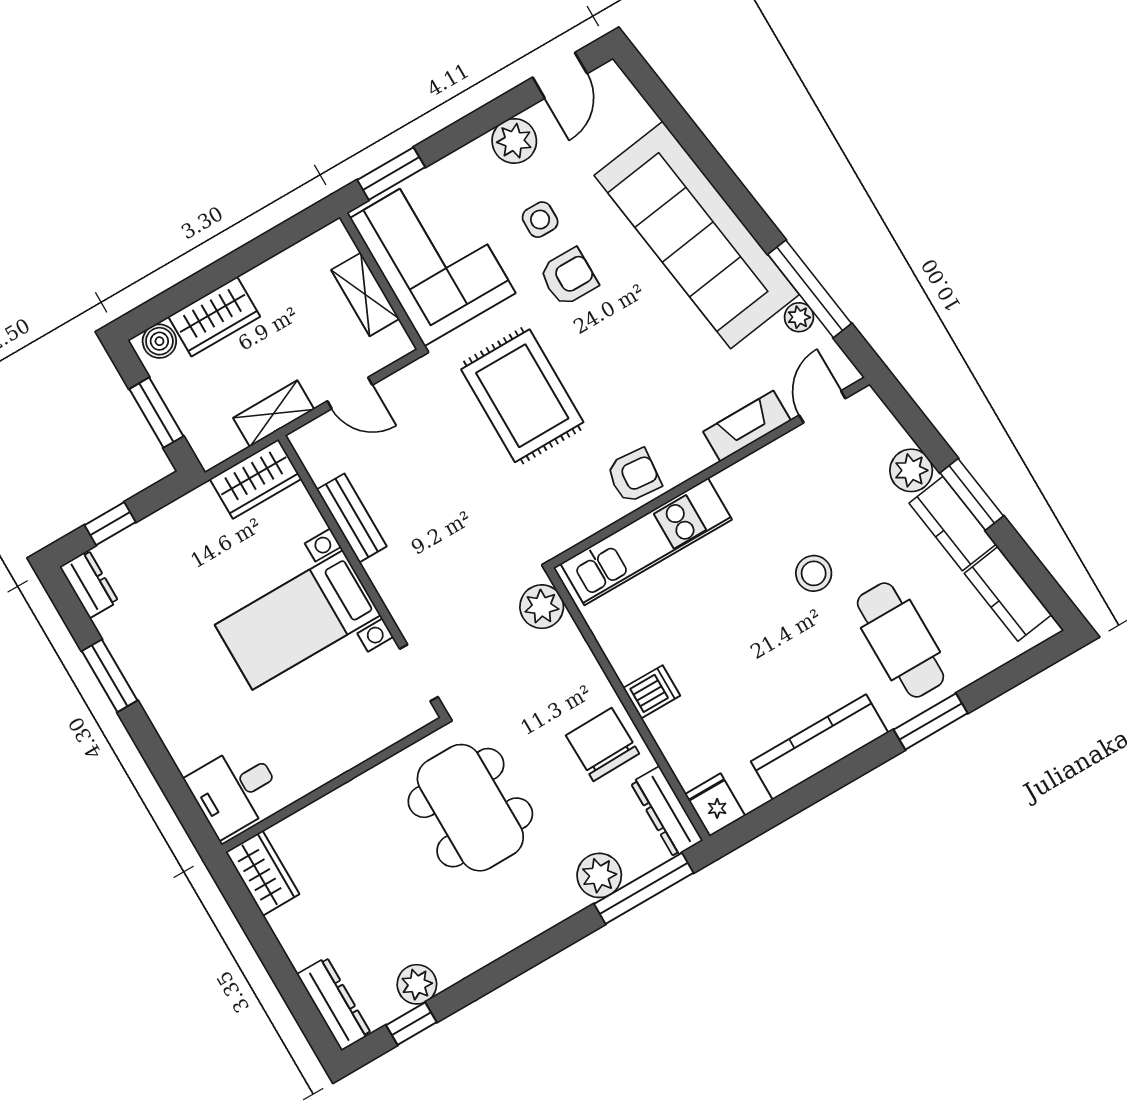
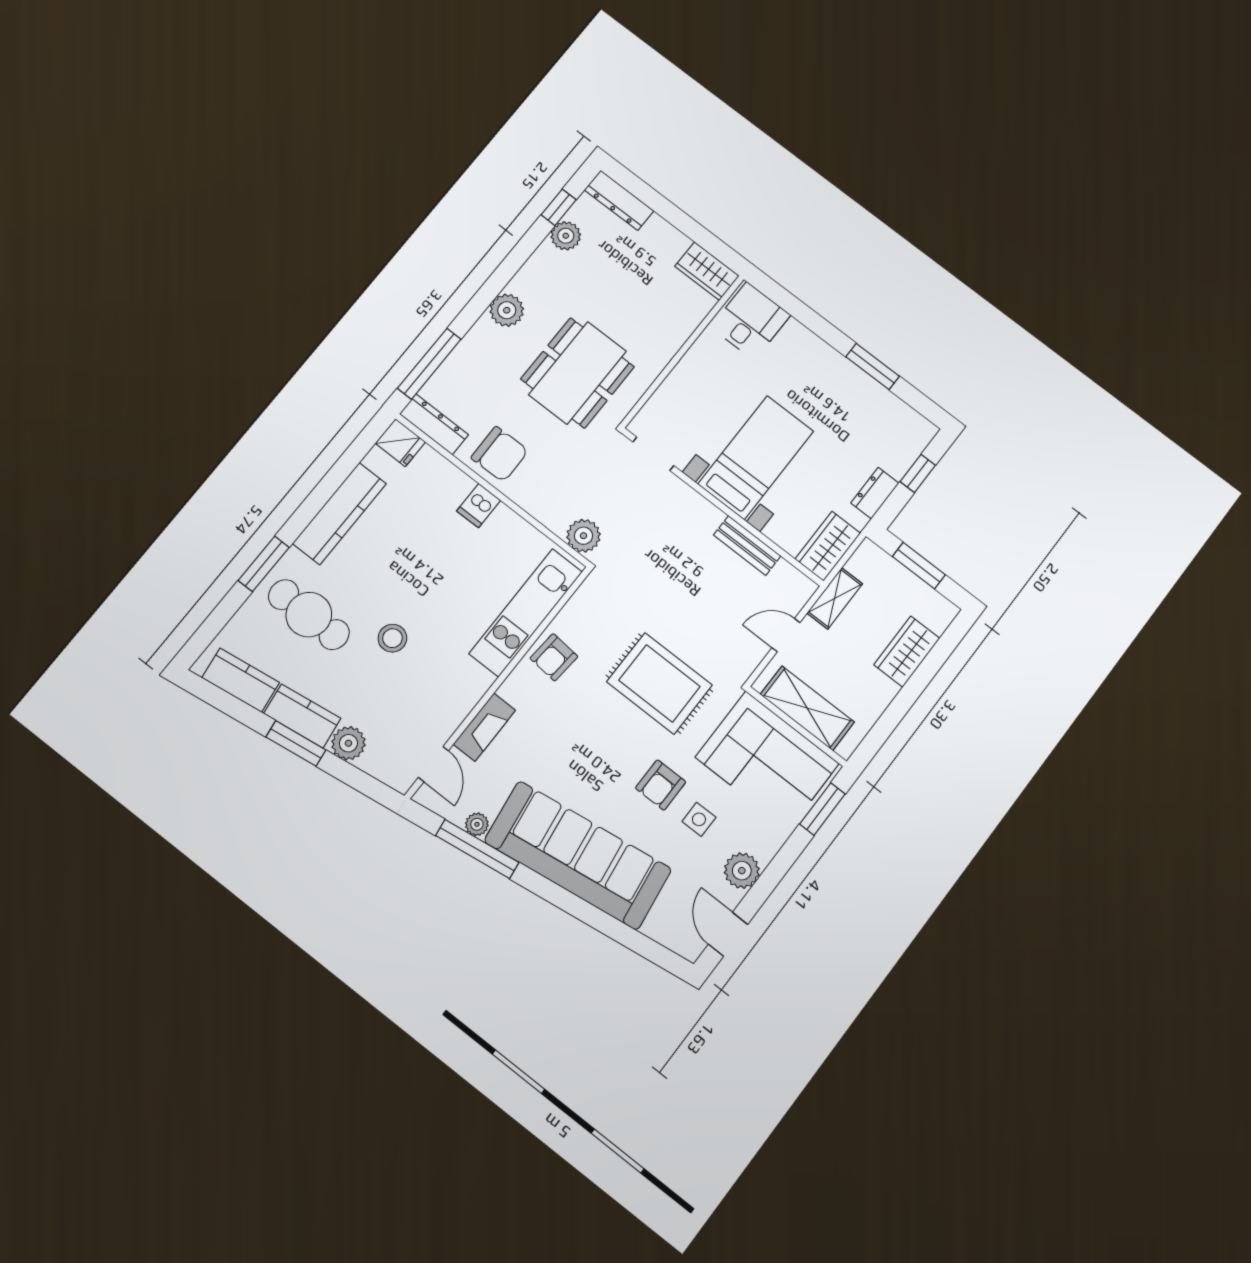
shelving: (365, 294) -> (807, 708), width x1.50, depth x1.33
boiler: (159, 341) -> (938, 618), removed
dresser: (89, 584) -> (875, 493), moved, turned 90
dining table: (470, 808) -> (577, 373), turned 90
plant: (599, 875) -> (507, 310), moved

